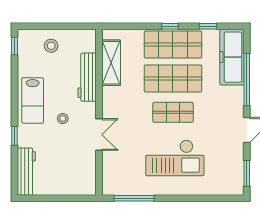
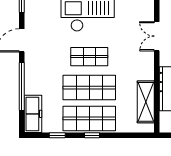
freezer: (232, 57) -> (33, 114), width x0.73, depth x0.79

